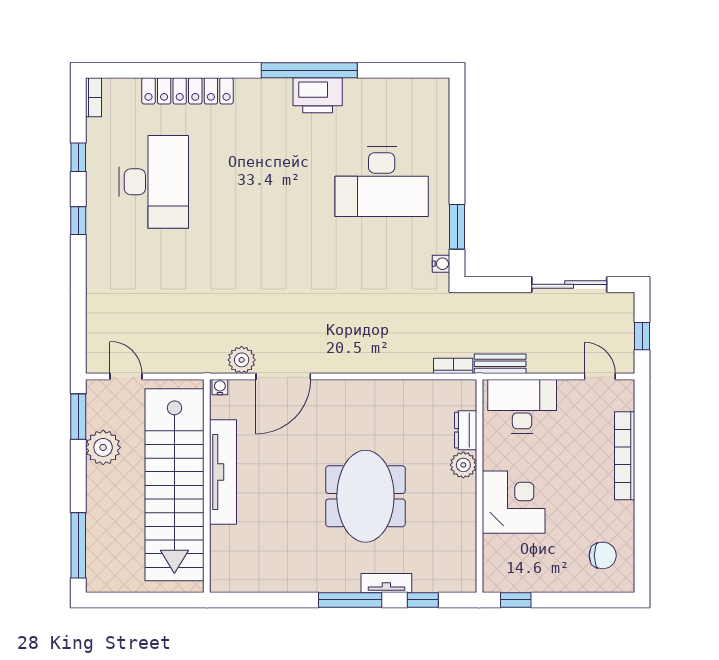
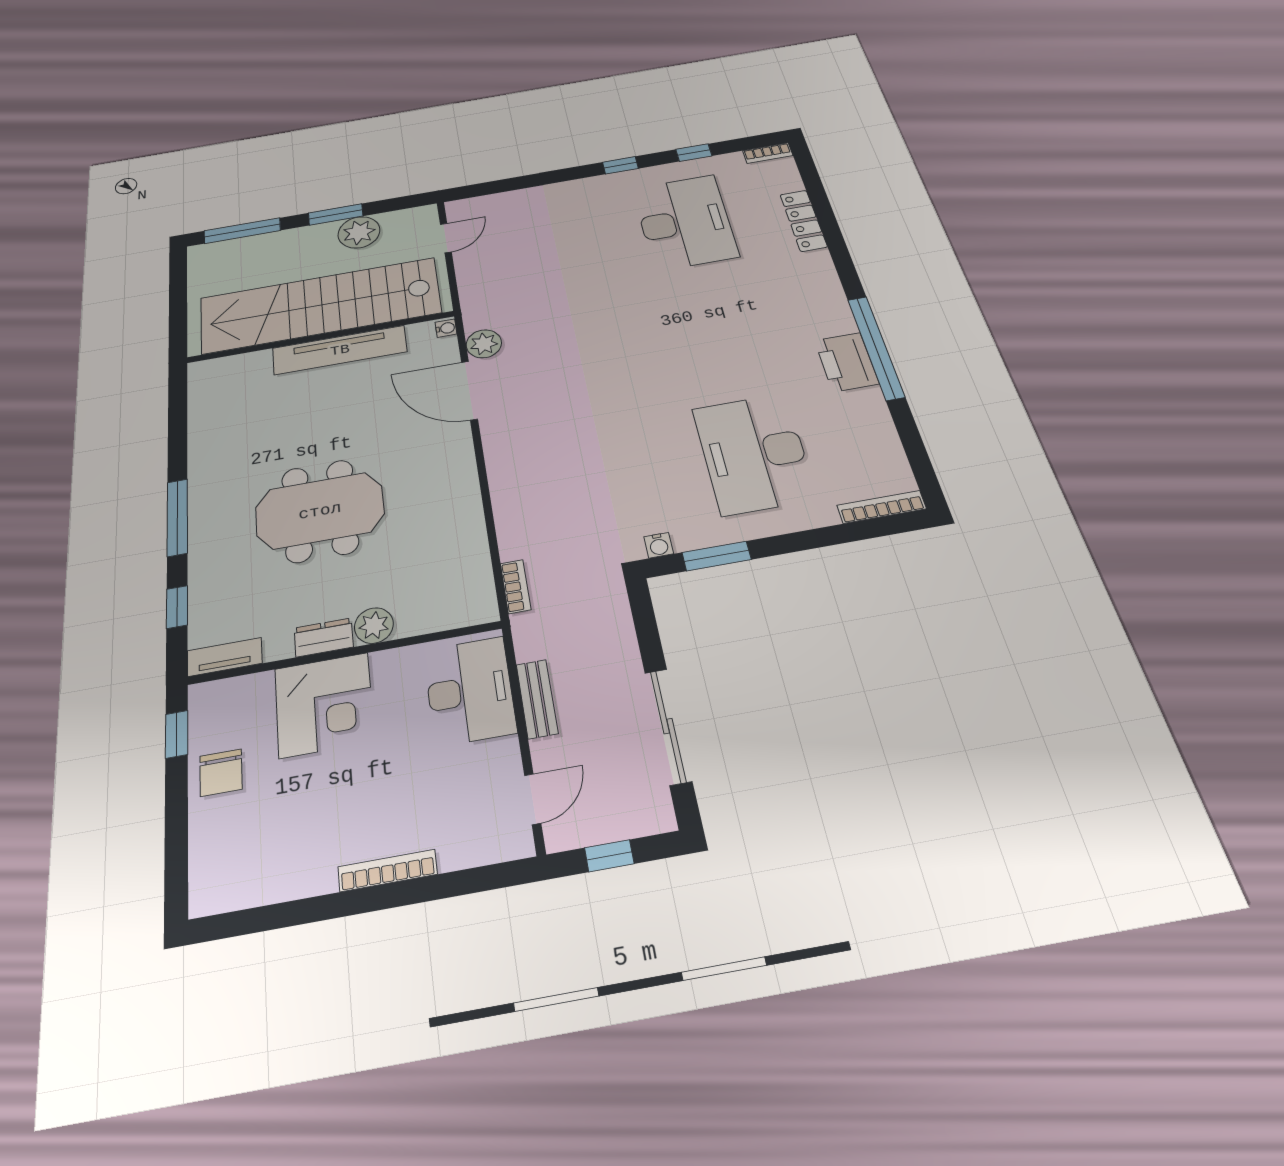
locker: (187, 91) -> (803, 221), width x0.71, depth x0.83
bookcase: (442, 107) -> (882, 507), added
desk: (154, 182) -> (685, 222), turned -90
bench: (500, 364) -> (537, 699), moved
window: (78, 417) -> (336, 215), moved
dresser: (466, 430) -> (324, 637), moved
bookcase: (625, 456) -> (388, 871), width x0.68, depth x0.76
chair: (603, 555) -> (221, 773), moved
tv unit: (386, 583) -> (225, 657), moved, turned -90

